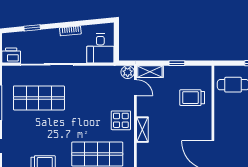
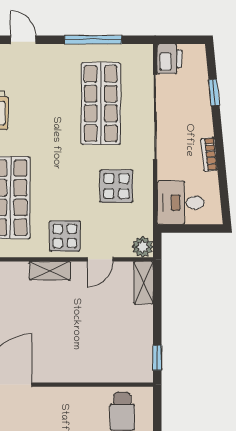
window: (177, 63) -> (157, 358), moved
display table: (90, 88) -> (116, 186), added
door: (135, 88) -> (100, 259), moved
trolley: (192, 98) -> (101, 351), removed

